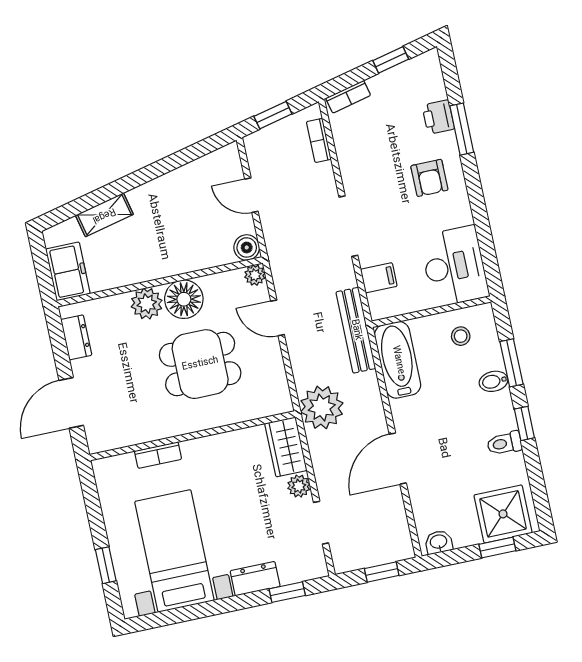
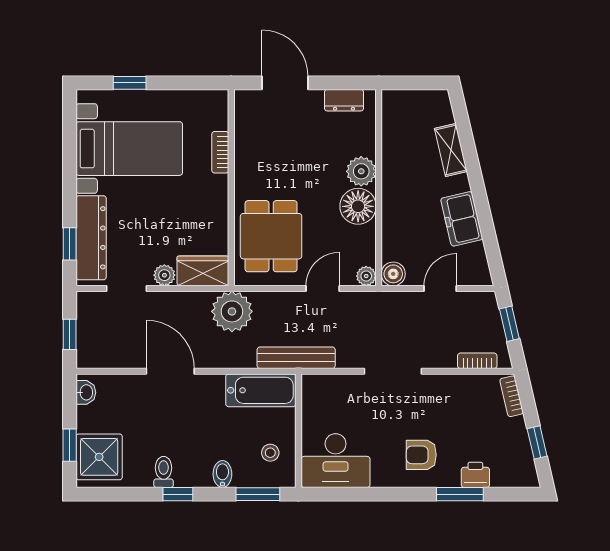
freezer: (68, 271) -> (462, 219), moved, turned 77
filing cabinet: (379, 278) -> (340, 389), removed
window: (511, 363) -> (258, 494), moved
dining table: (200, 364) -> (271, 236), moved
dresser: (255, 579) -> (91, 238), width x1.96, depth x1.24

